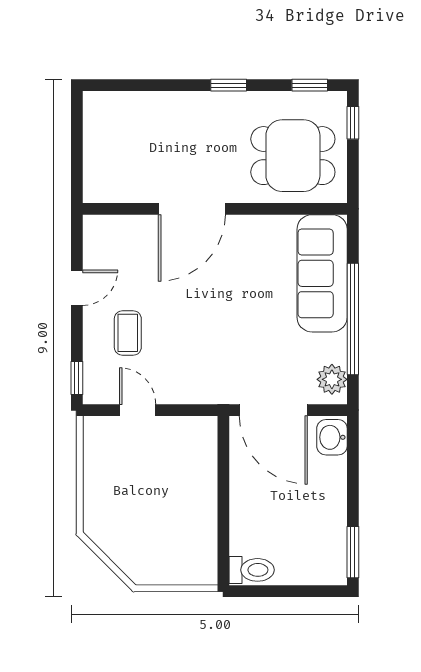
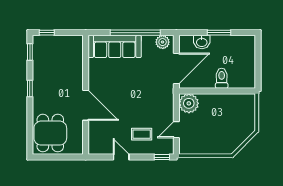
dining table: (293, 156) -> (50, 133), moved
washbasin: (332, 437) -> (202, 42), moved
plant: (196, 438) -> (189, 103), added
window: (353, 552) -> (219, 33), moved
toilet: (252, 570) -> (222, 78), moved

